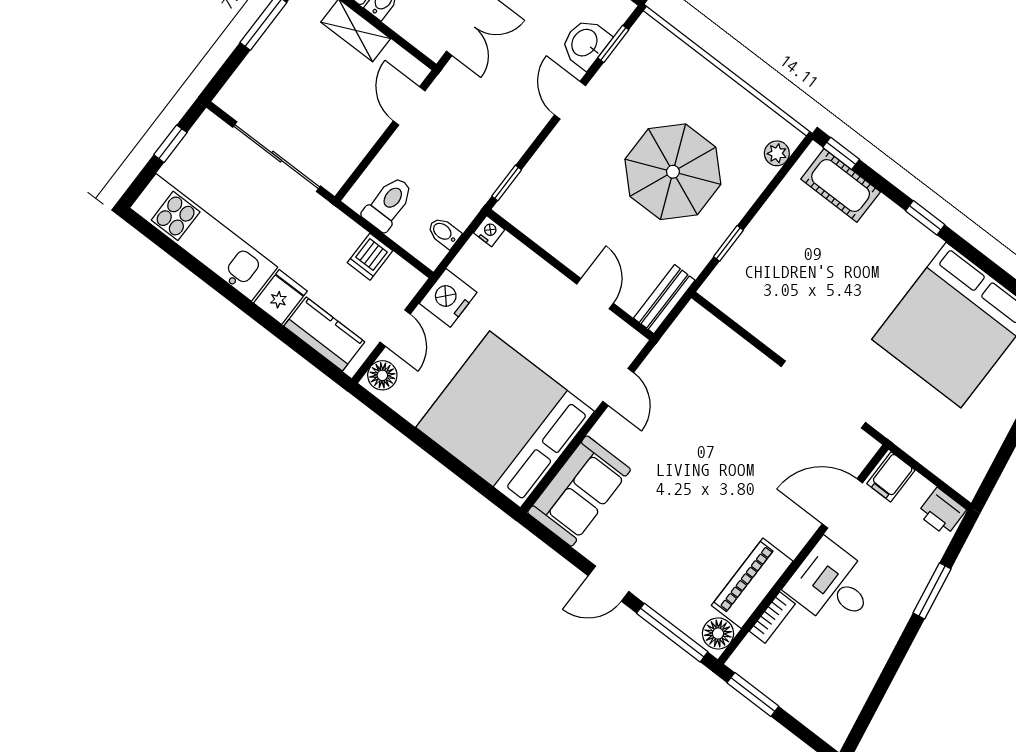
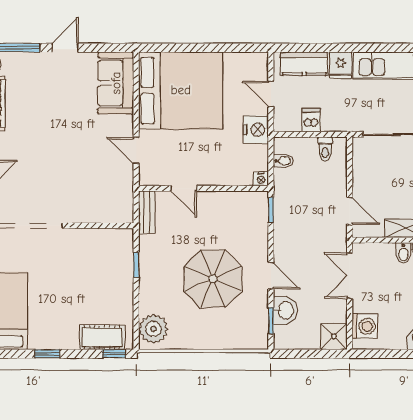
plant: (777, 153) -> (153, 329), width x1.87, depth x1.87
parasol: (673, 172) -> (213, 279), moved
toilet: (388, 204) -> (325, 149), width x0.73, depth x0.72
floor lamp: (382, 375) -> (259, 65), removed

